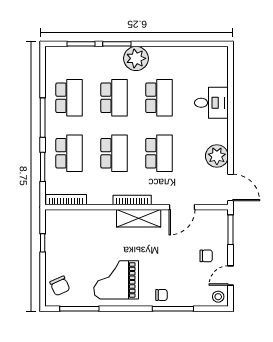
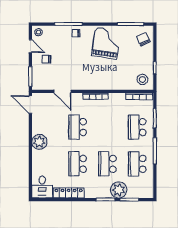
locker: (173, 54) -> (69, 193), added
plant: (136, 58) -> (119, 190), moved
desk: (211, 103) -> (42, 187), moved, turned -90
school desk: (114, 153) -> (107, 127), removed
plant: (217, 156) -> (39, 142), moved
door: (182, 207) -> (63, 91), swing flipped
shelving: (139, 218) -> (91, 84), removed
stool: (61, 225) -> (142, 79), added
door: (230, 276) -> (30, 46), hinge flipped
grand piano: (116, 280) -> (106, 43), turned -82

